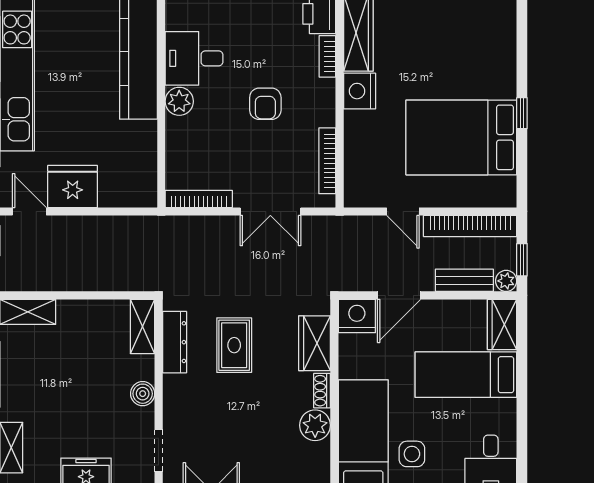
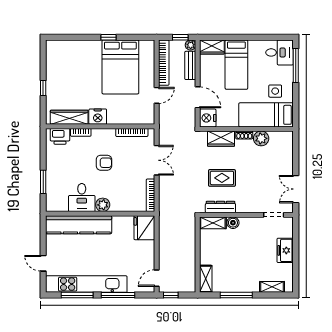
fridge: (73, 186) -> (144, 228), moved
boiler: (143, 394) -> (233, 223), moved

